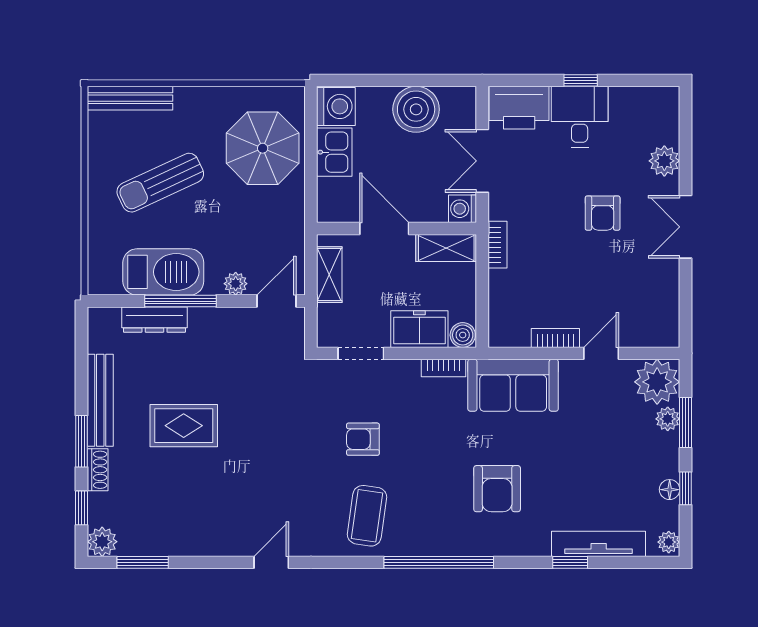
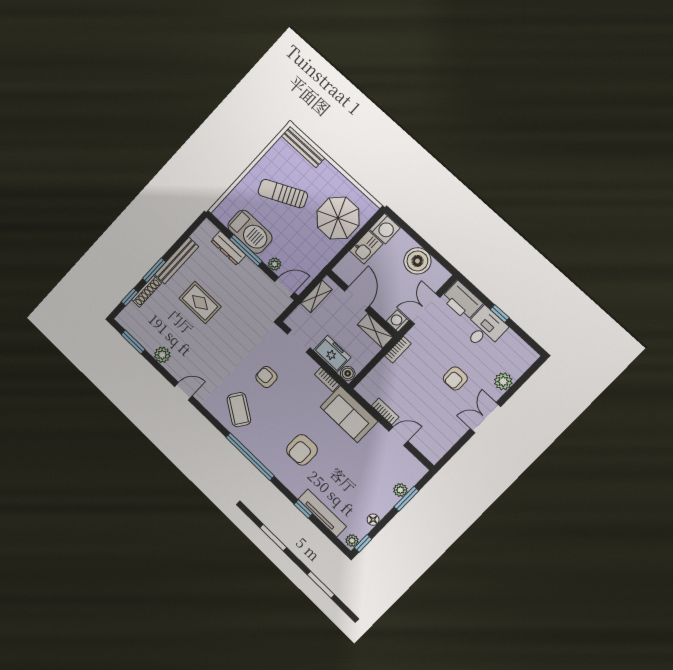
plant: (657, 382) -> (411, 470), removed
shoe rack: (98, 470) -> (147, 291), width x1.43
window: (686, 488) -> (363, 543), moved
coffee table: (367, 516) -> (239, 410), turned -64
plant: (102, 542) -> (162, 355), moved

